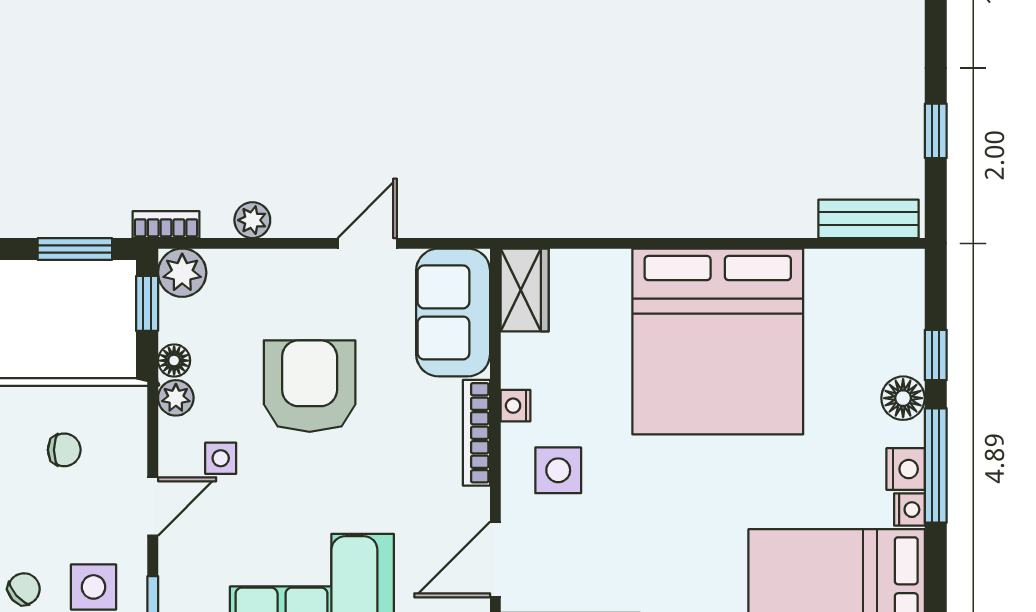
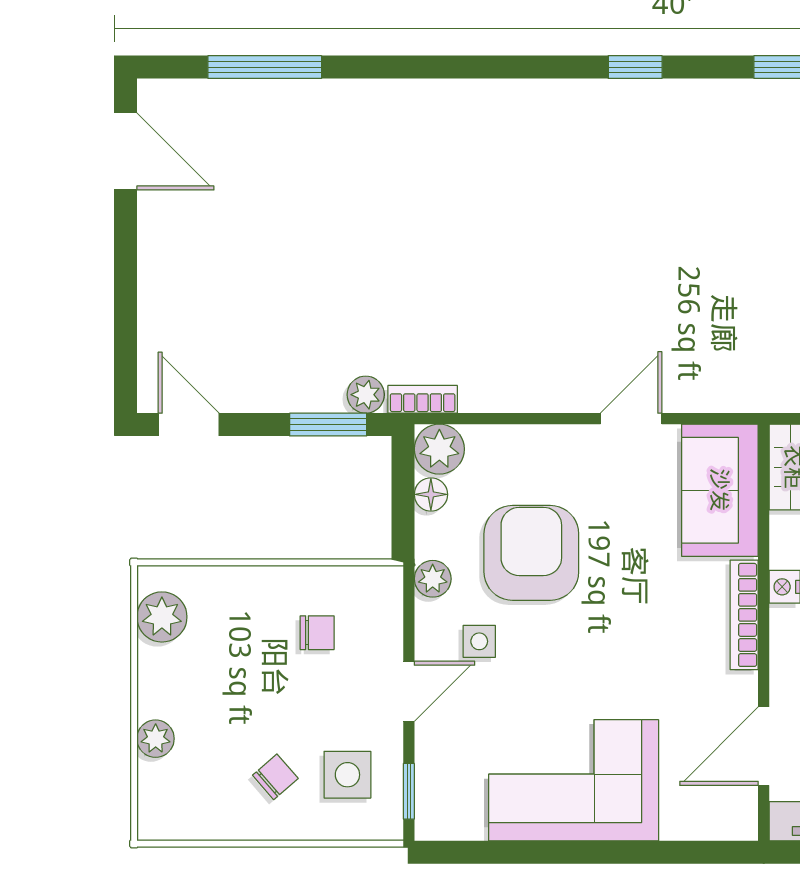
plant: (252, 220) -> (366, 395), moved
window: (147, 303) -> (403, 481), removed
floor lamp: (174, 361) -> (431, 494), moved
armchair: (310, 386) -> (531, 553), moved

